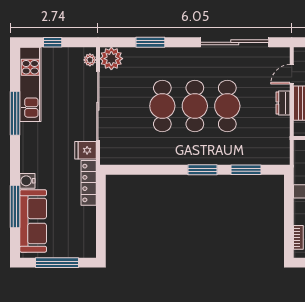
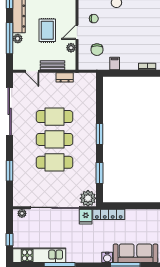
plant: (111, 59) -> (88, 198), moved
dresser: (283, 103) -> (65, 77), moved
window: (246, 170) -> (99, 173), moved

